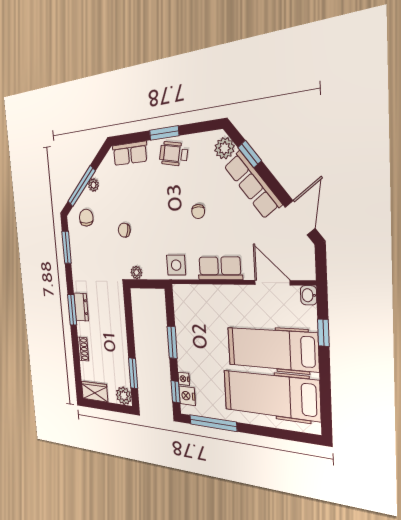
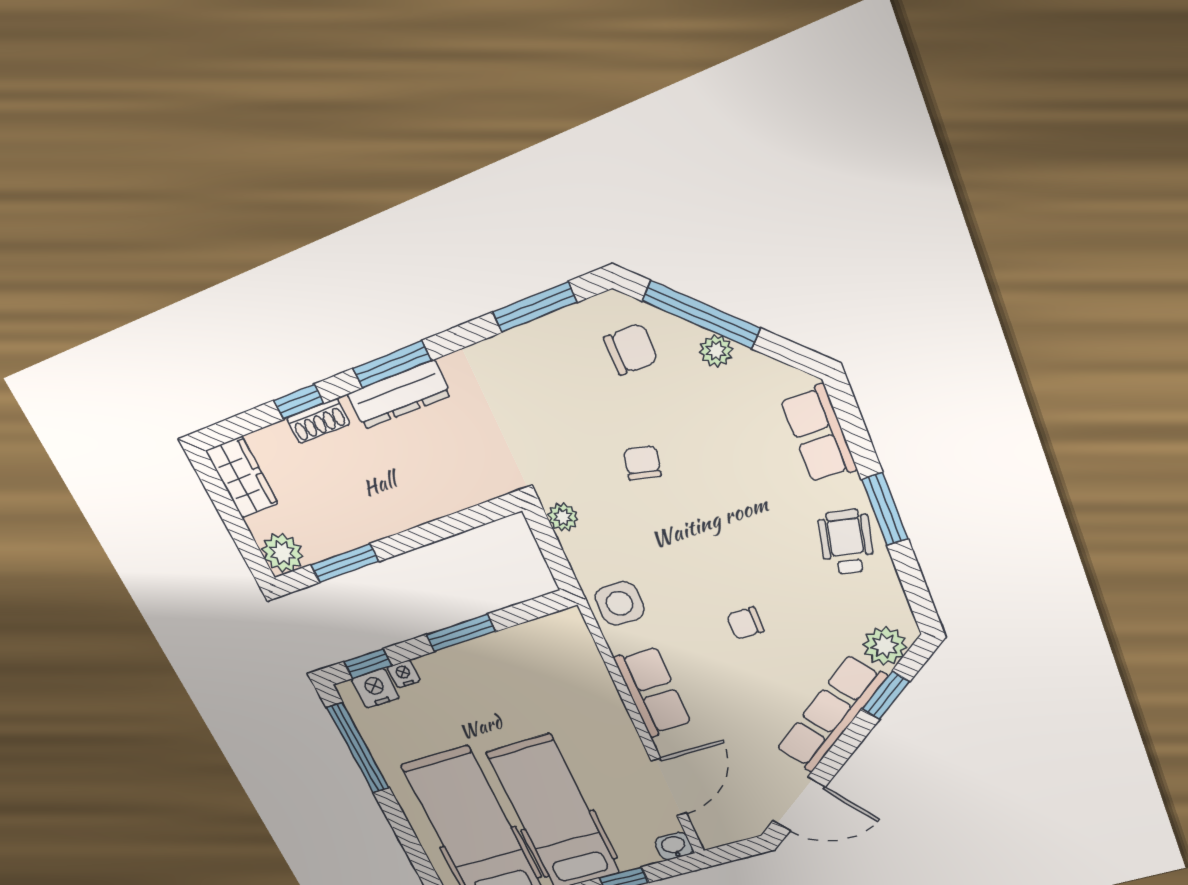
dresser: (81, 307) -> (399, 395), width x1.44
window: (76, 352) -> (299, 402), added

